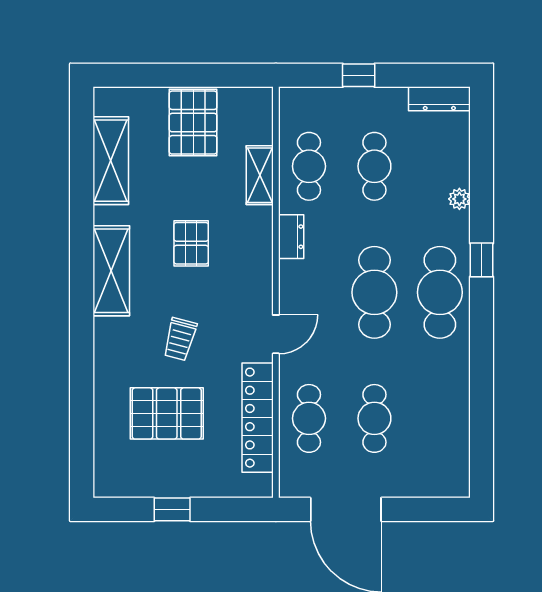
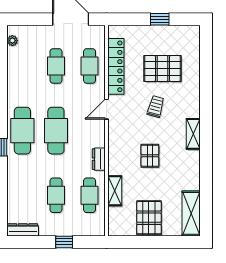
shelving: (111, 161) -> (191, 213), moved
plant: (459, 199) -> (12, 41), moved
shelving: (111, 271) -> (193, 134), width x0.67, depth x0.75

